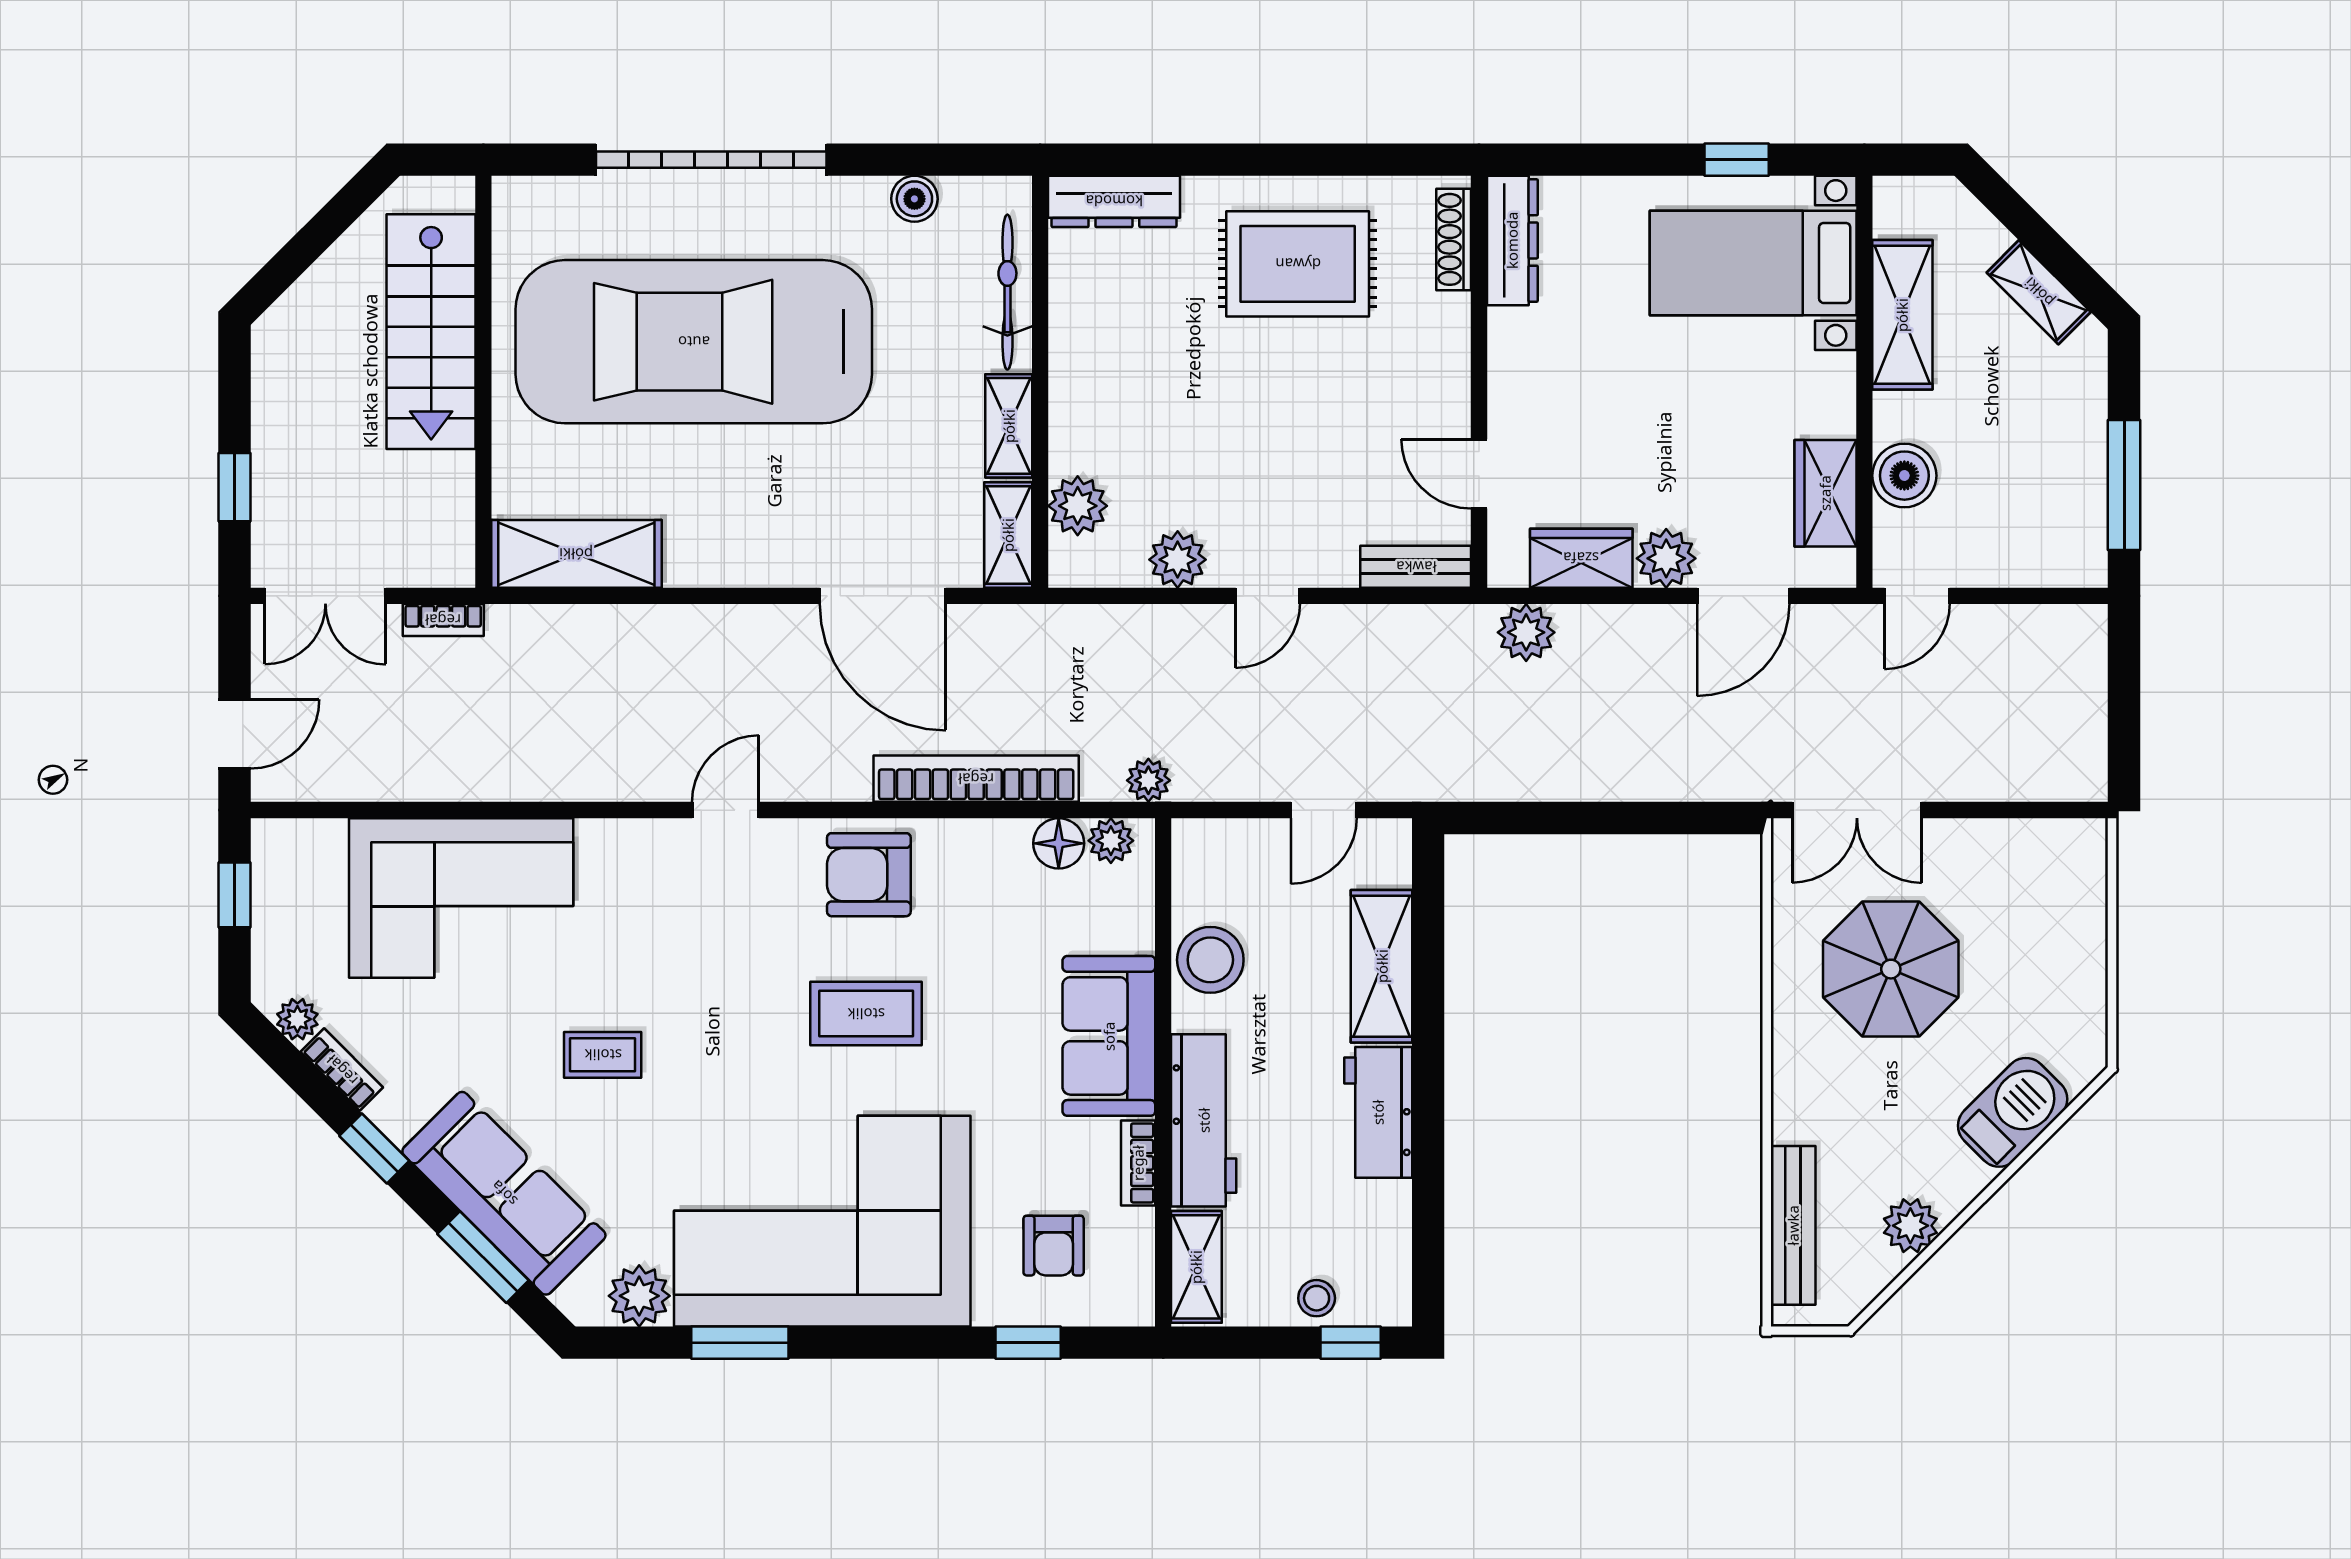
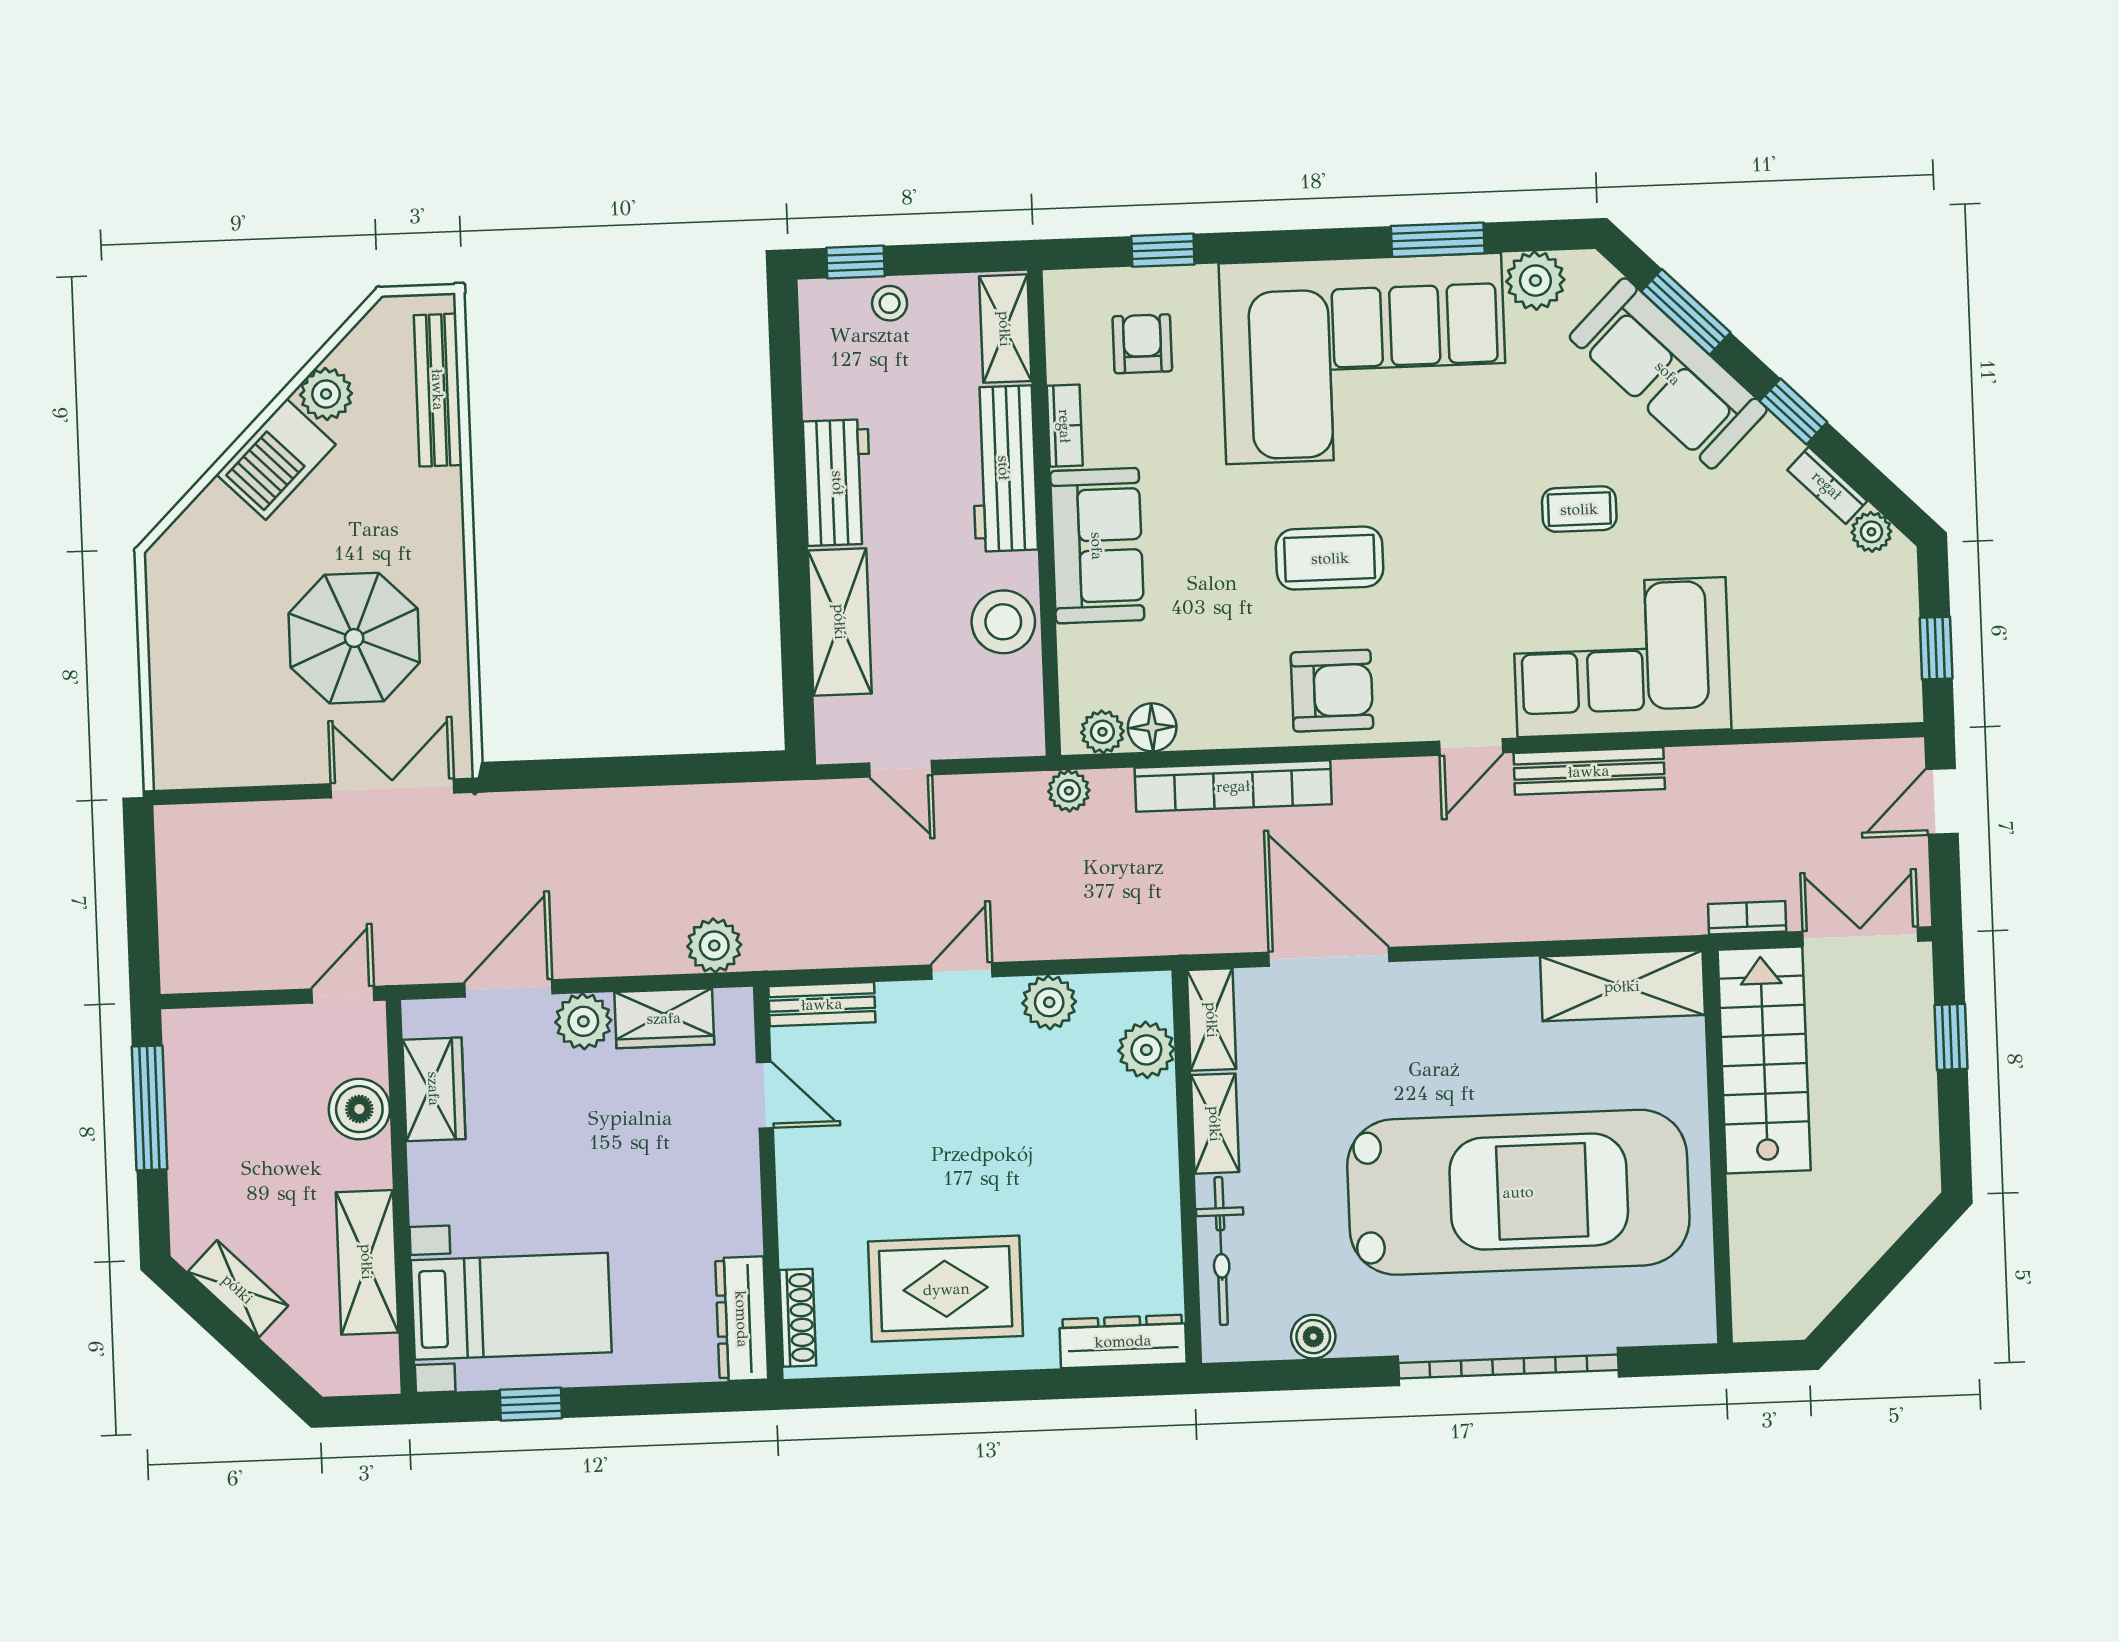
stairs: (431, 332) -> (1764, 1060), moved
bench: (603, 780) -> (1589, 771), added
door: (1324, 810) -> (901, 769), swing flipped
corner sofa: (461, 898) -> (1622, 657), moved
barbecue: (2013, 1112) -> (276, 459), moved

